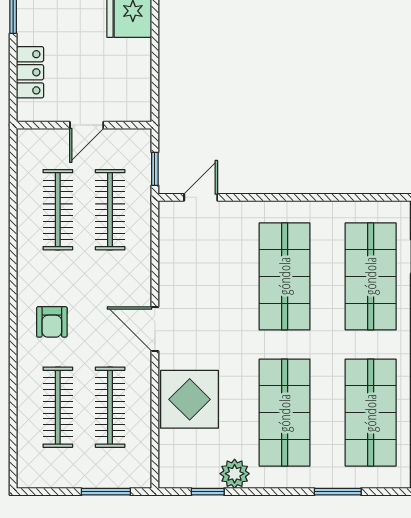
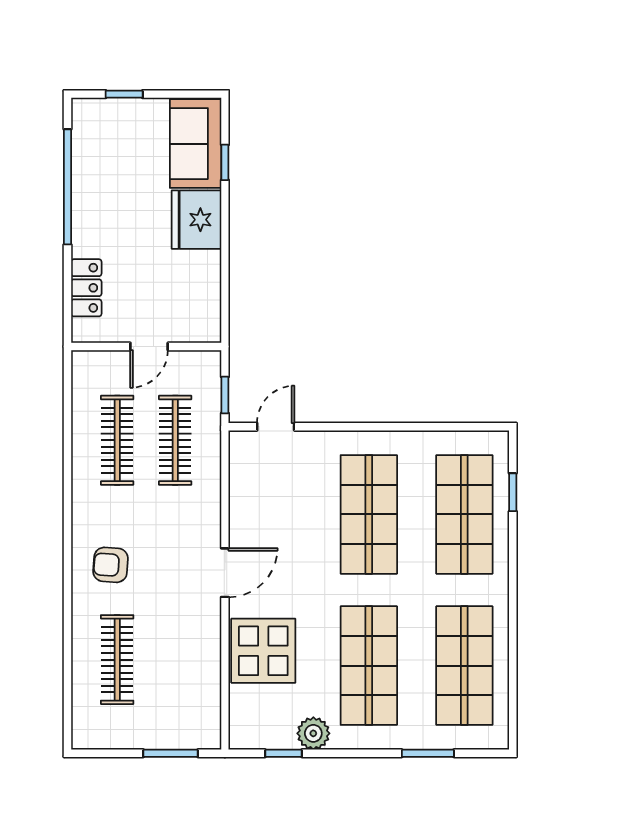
armchair: (52, 322) -> (111, 565), turned 94
door: (155, 329) -> (225, 573), swing flipped
clothes rail: (110, 407) -> (175, 660), removed

